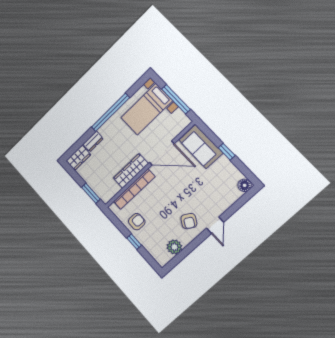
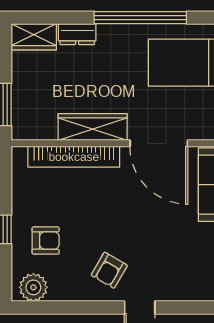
armchair: (137, 222) -> (46, 241), moved
plant: (174, 247) -> (33, 287), moved

